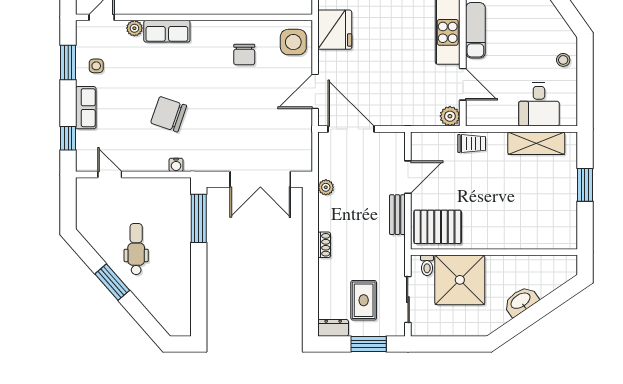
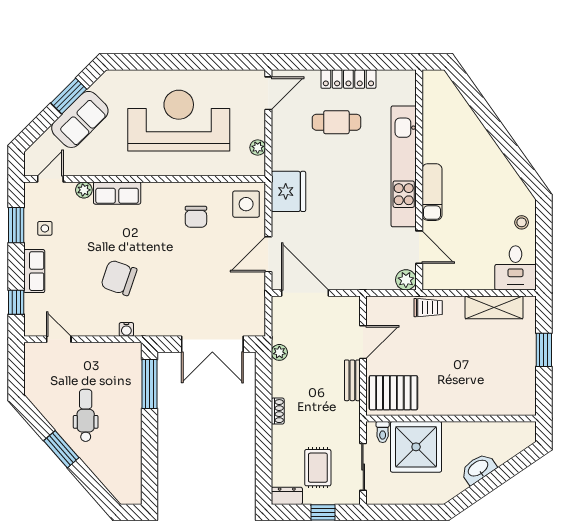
desk: (539, 105) -> (516, 268), moved
window: (369, 344) -> (323, 512), width x0.67

